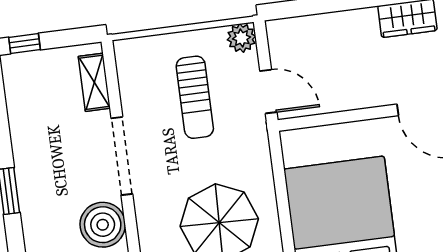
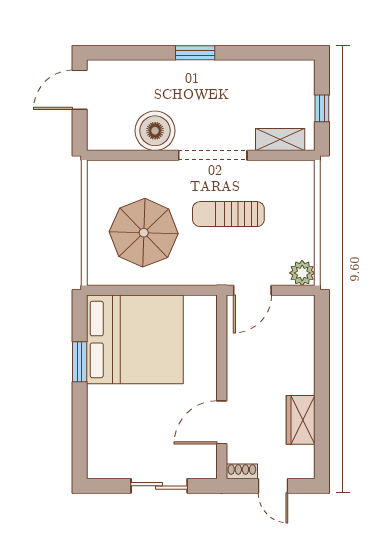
window: (25, 44) -> (322, 108), moved
sun lounger: (195, 97) -> (228, 214), moved

